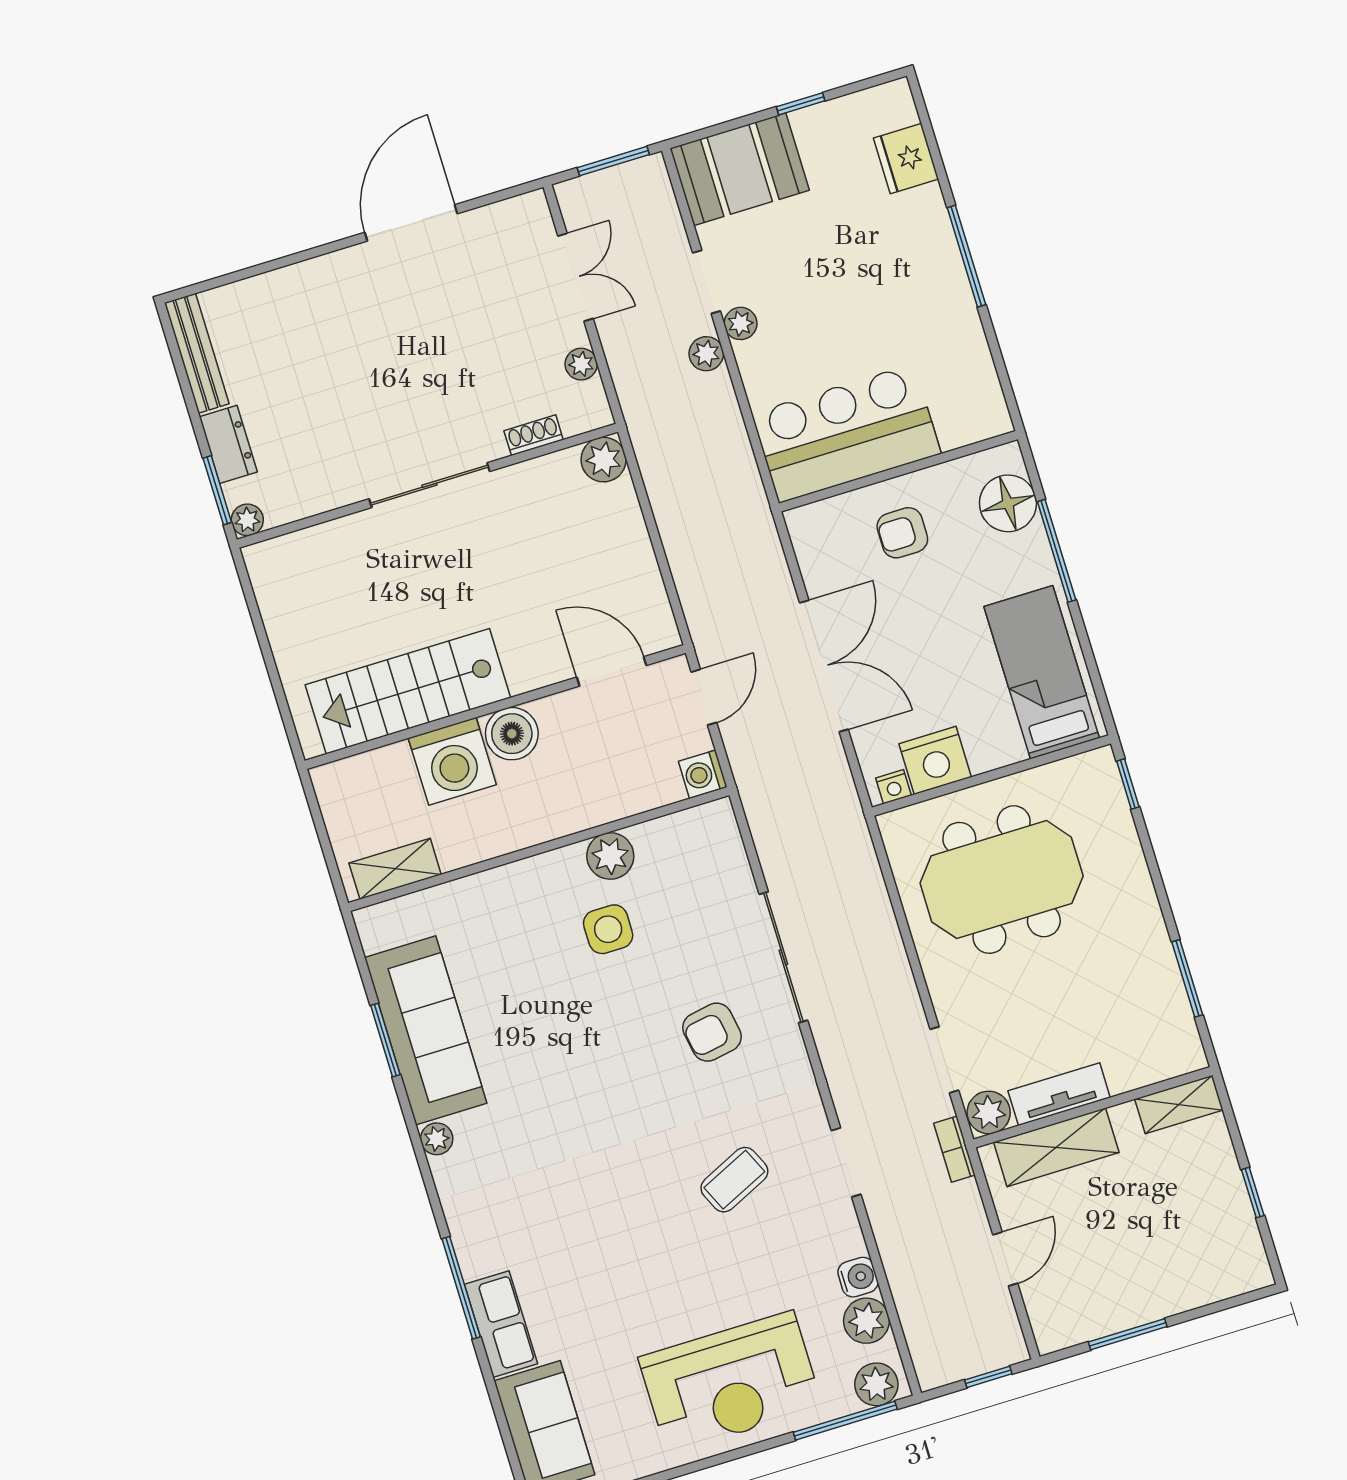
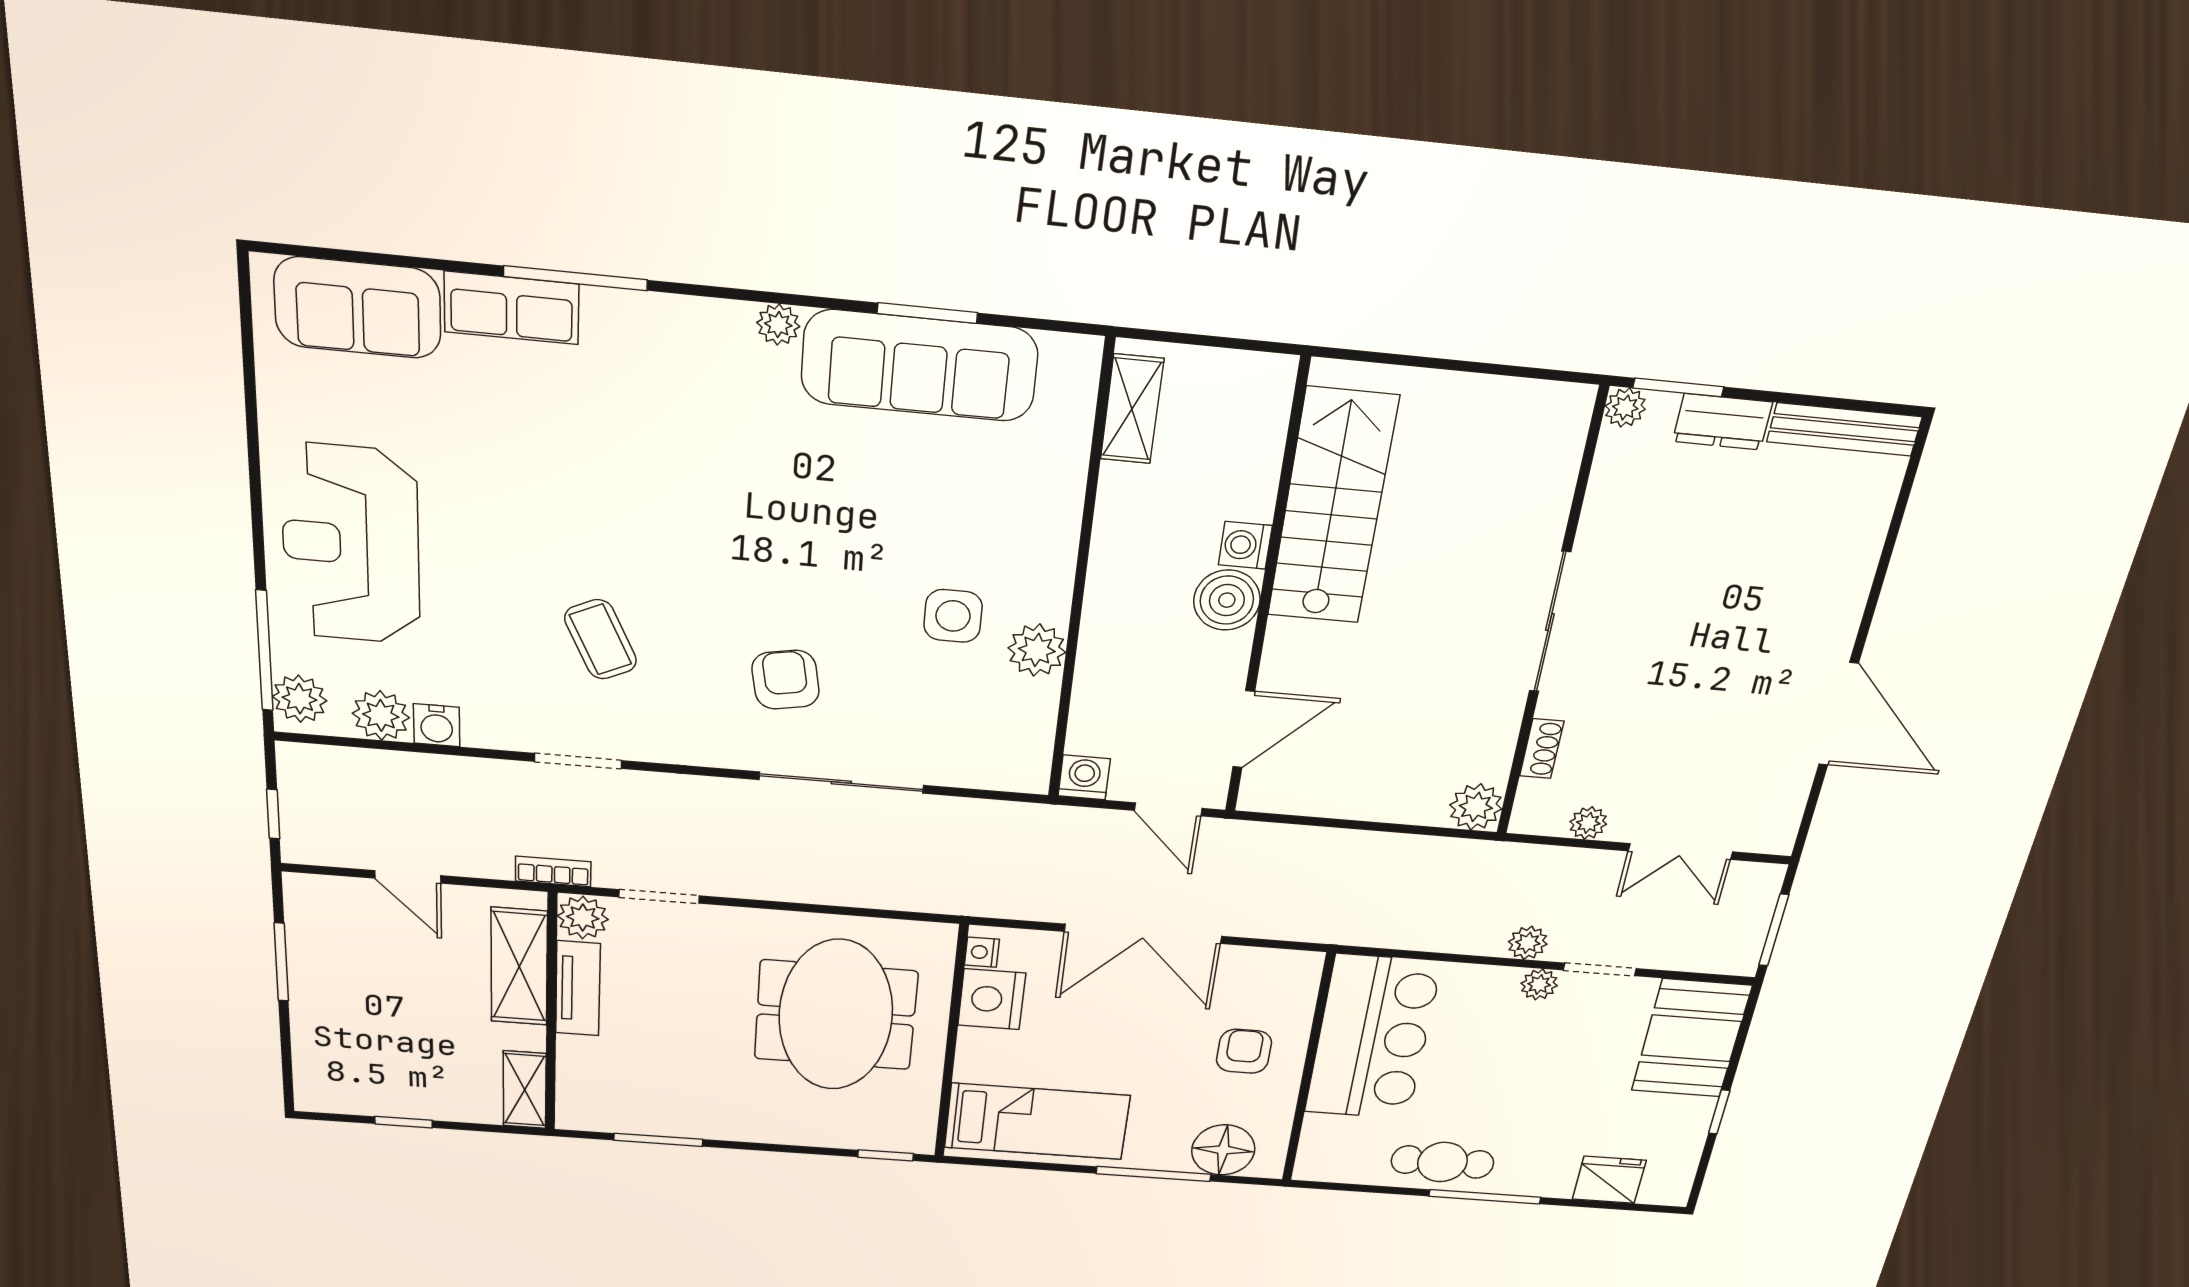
cafe table: (945, 311) -> (1442, 1162), added
washing machine: (452, 761) -> (1245, 545), width x0.53, depth x0.53

